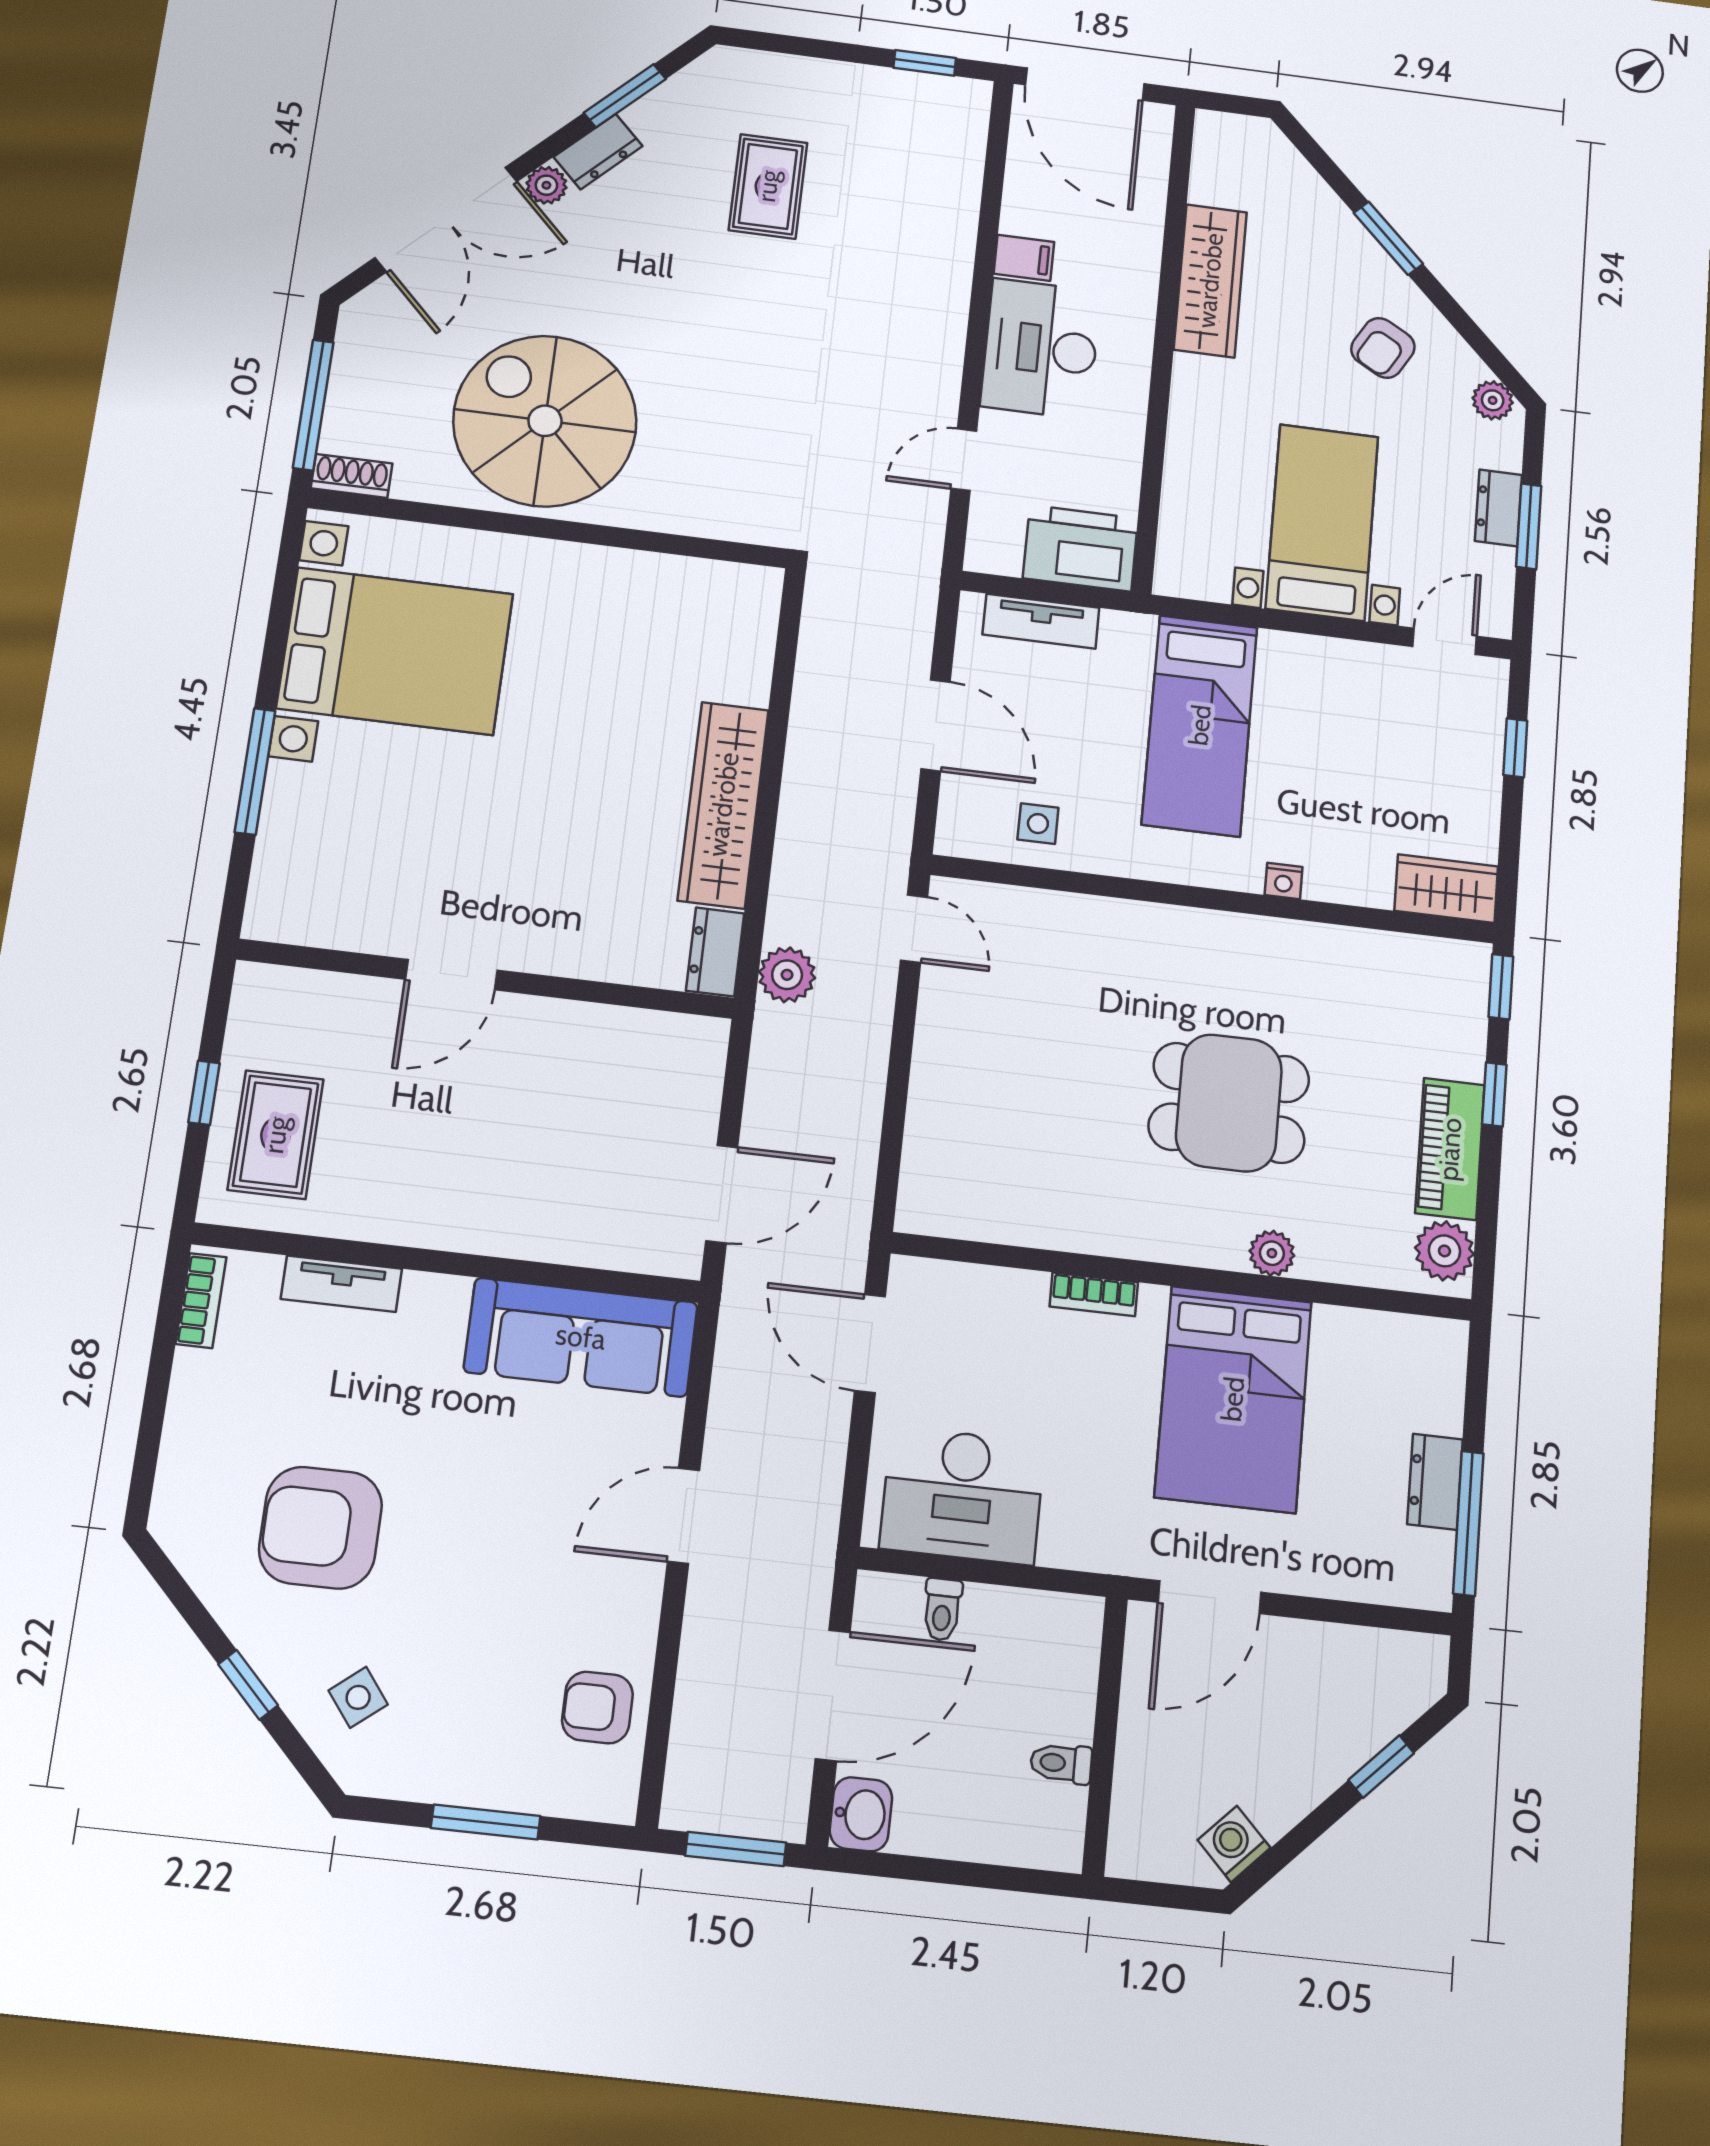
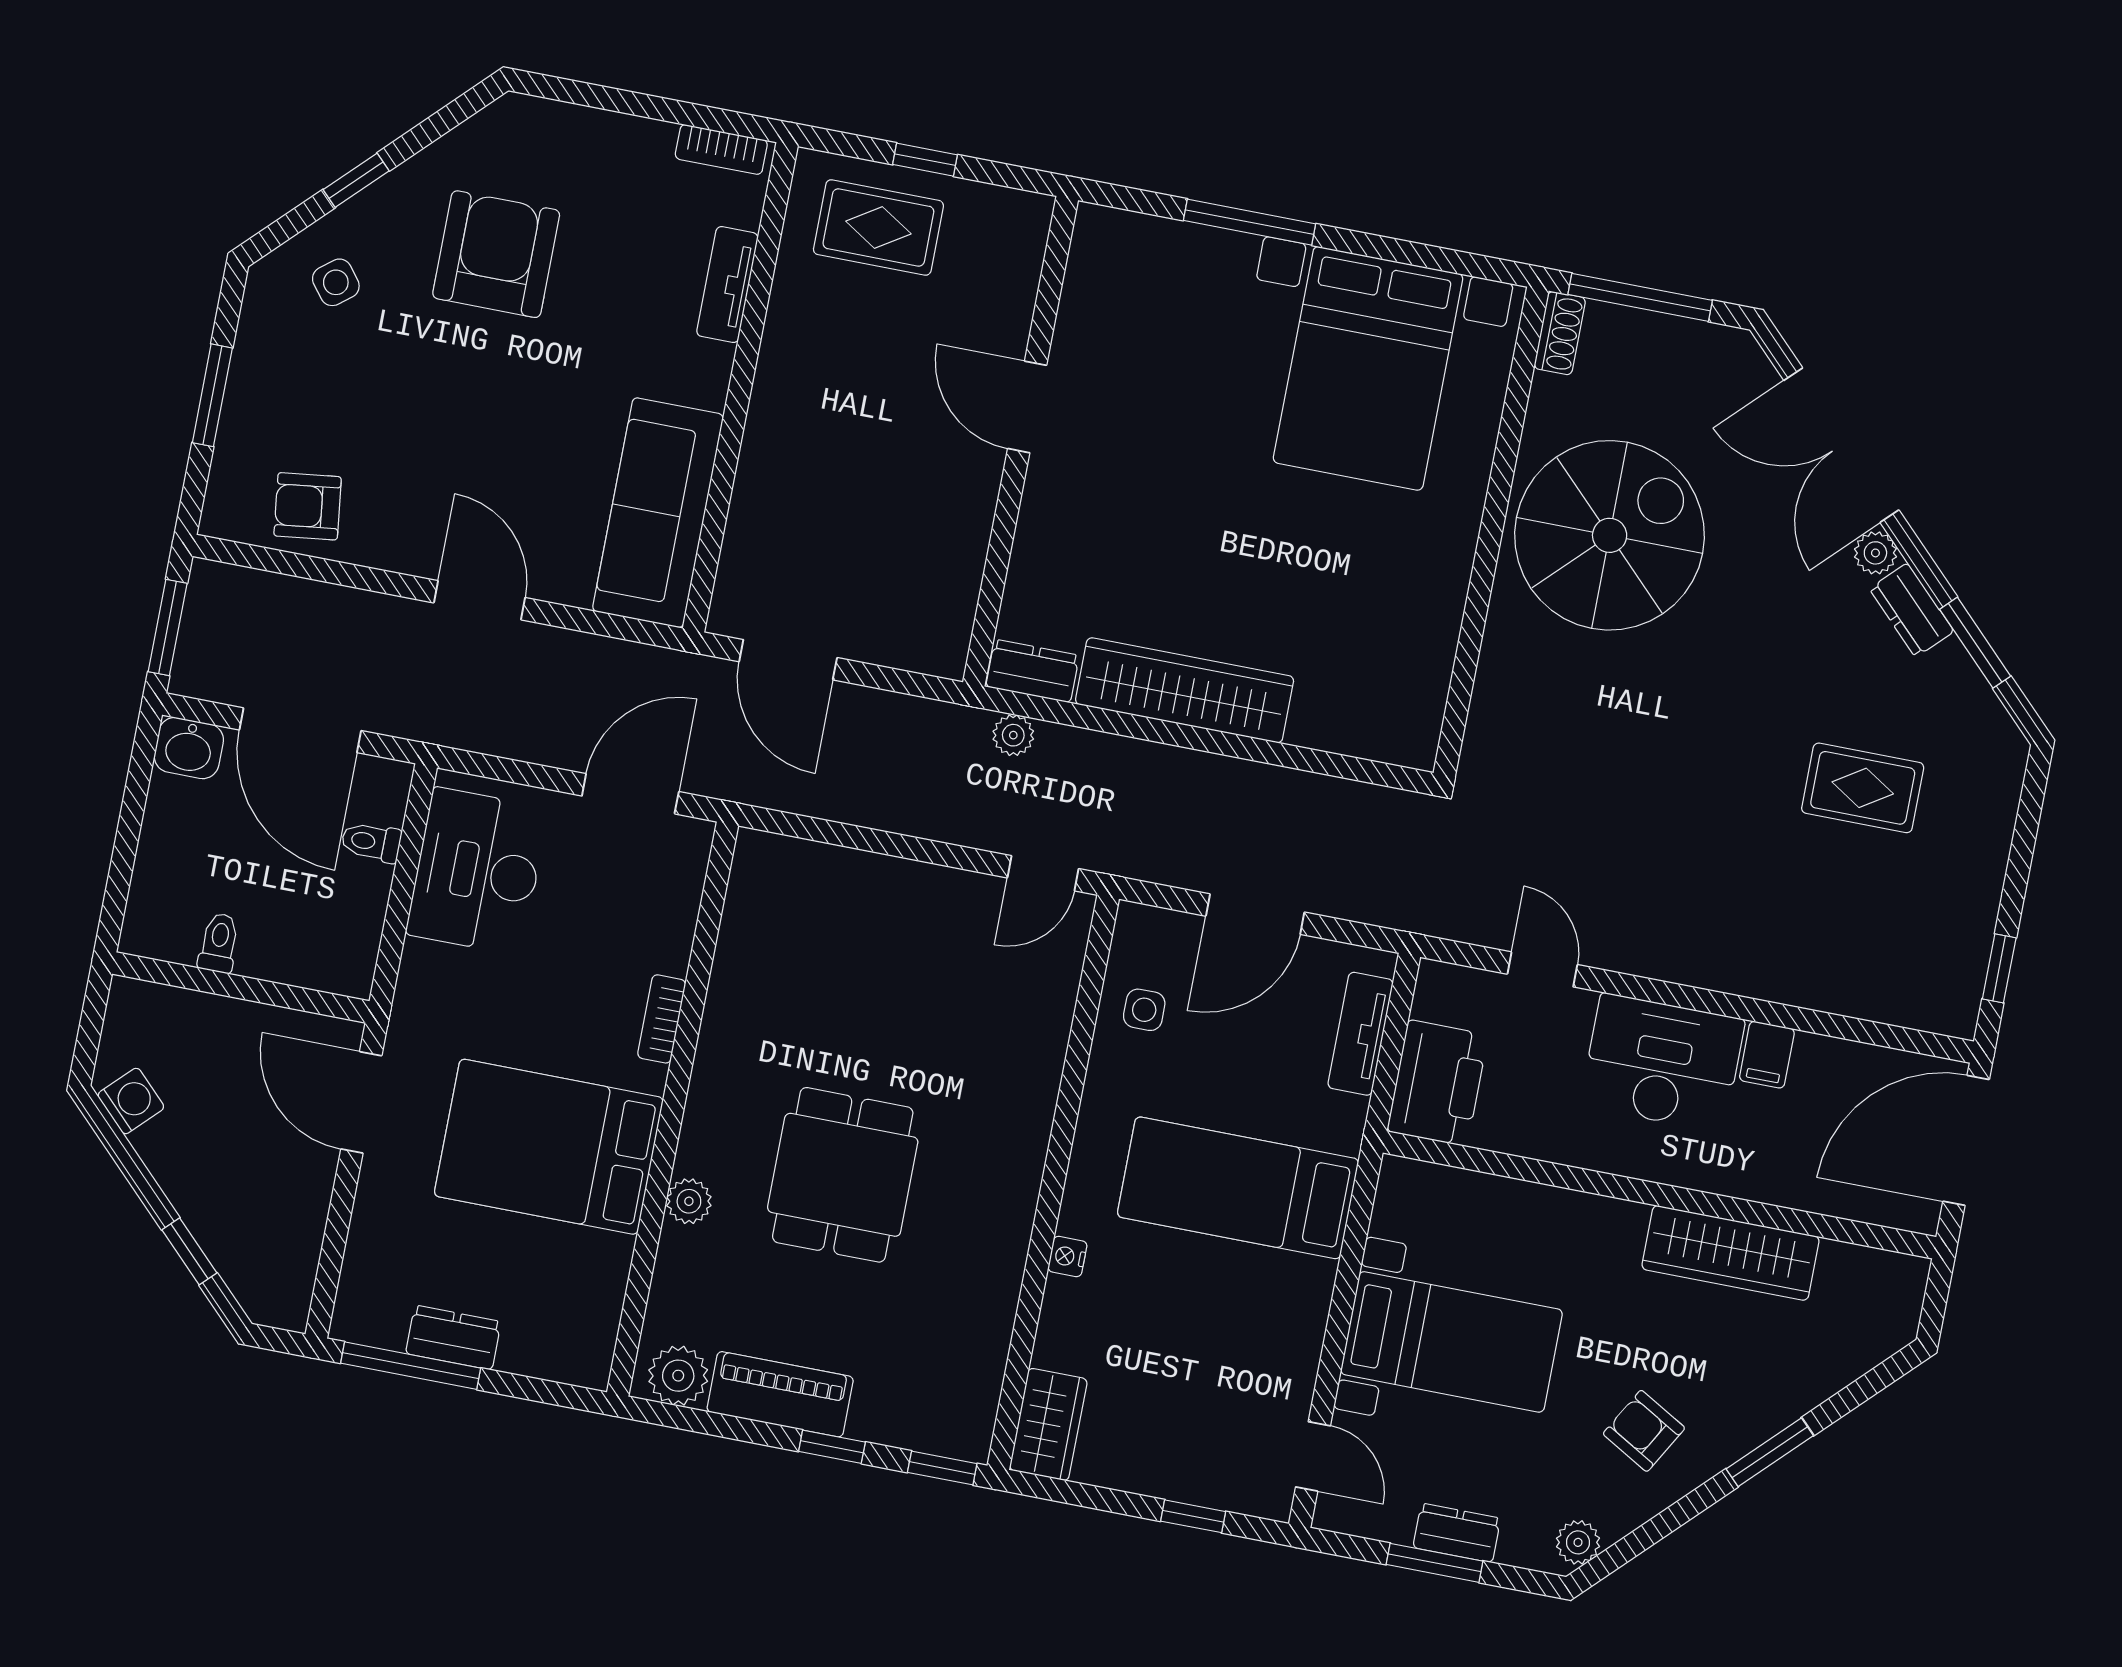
plant: (787, 975) -> (1013, 735), width x0.73, depth x0.73
armchair: (597, 1708) -> (308, 506), turned -97

